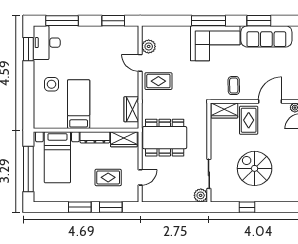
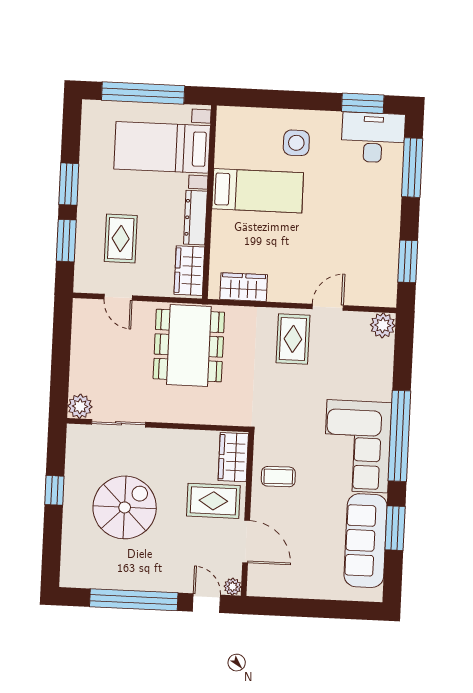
window: (208, 21) -> (399, 436), width x1.46
plant: (149, 46) -> (383, 325), moved

